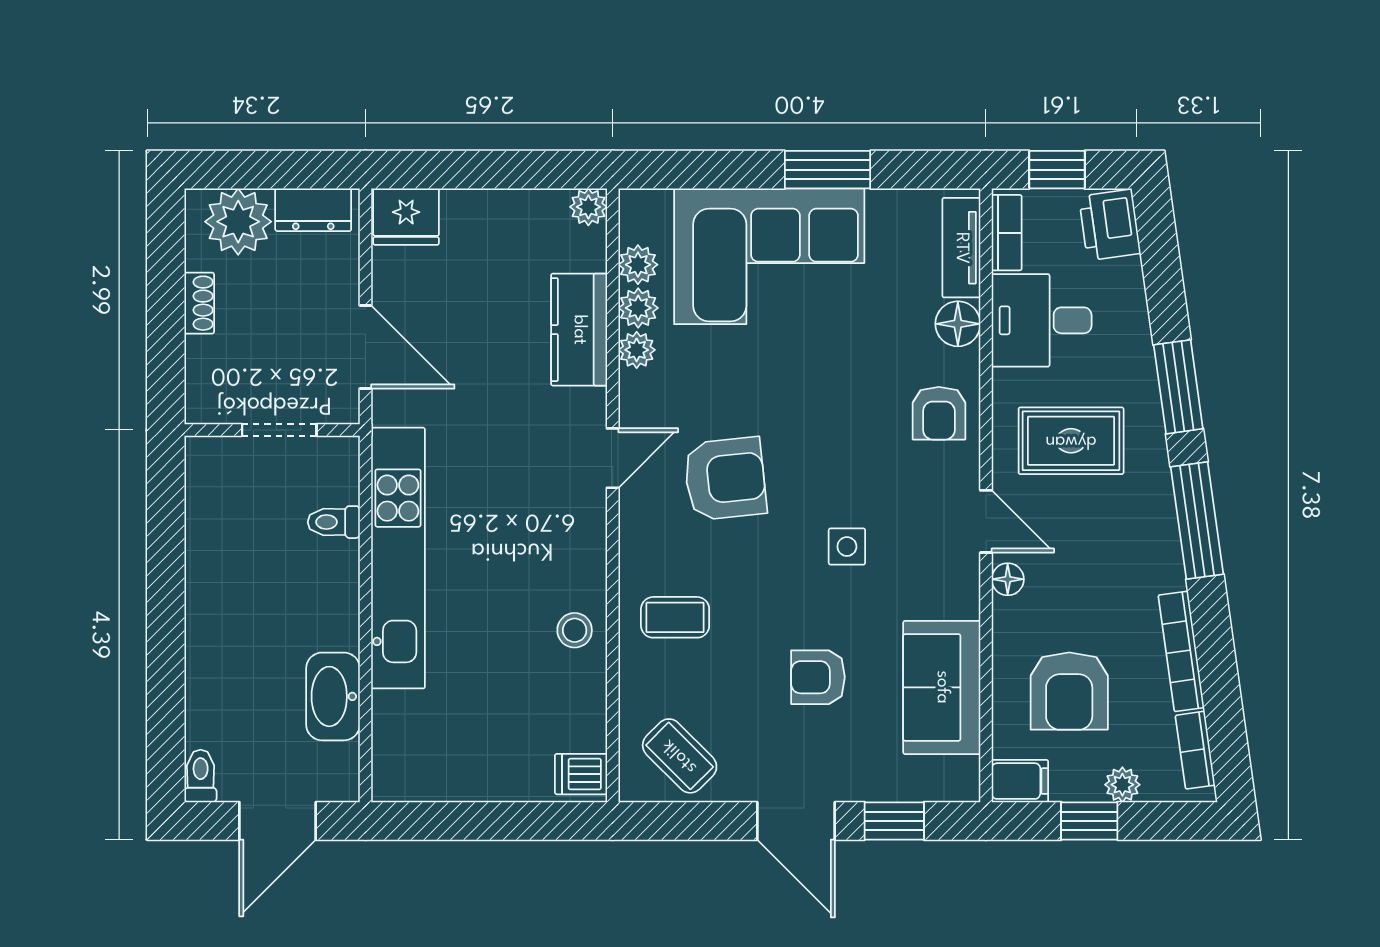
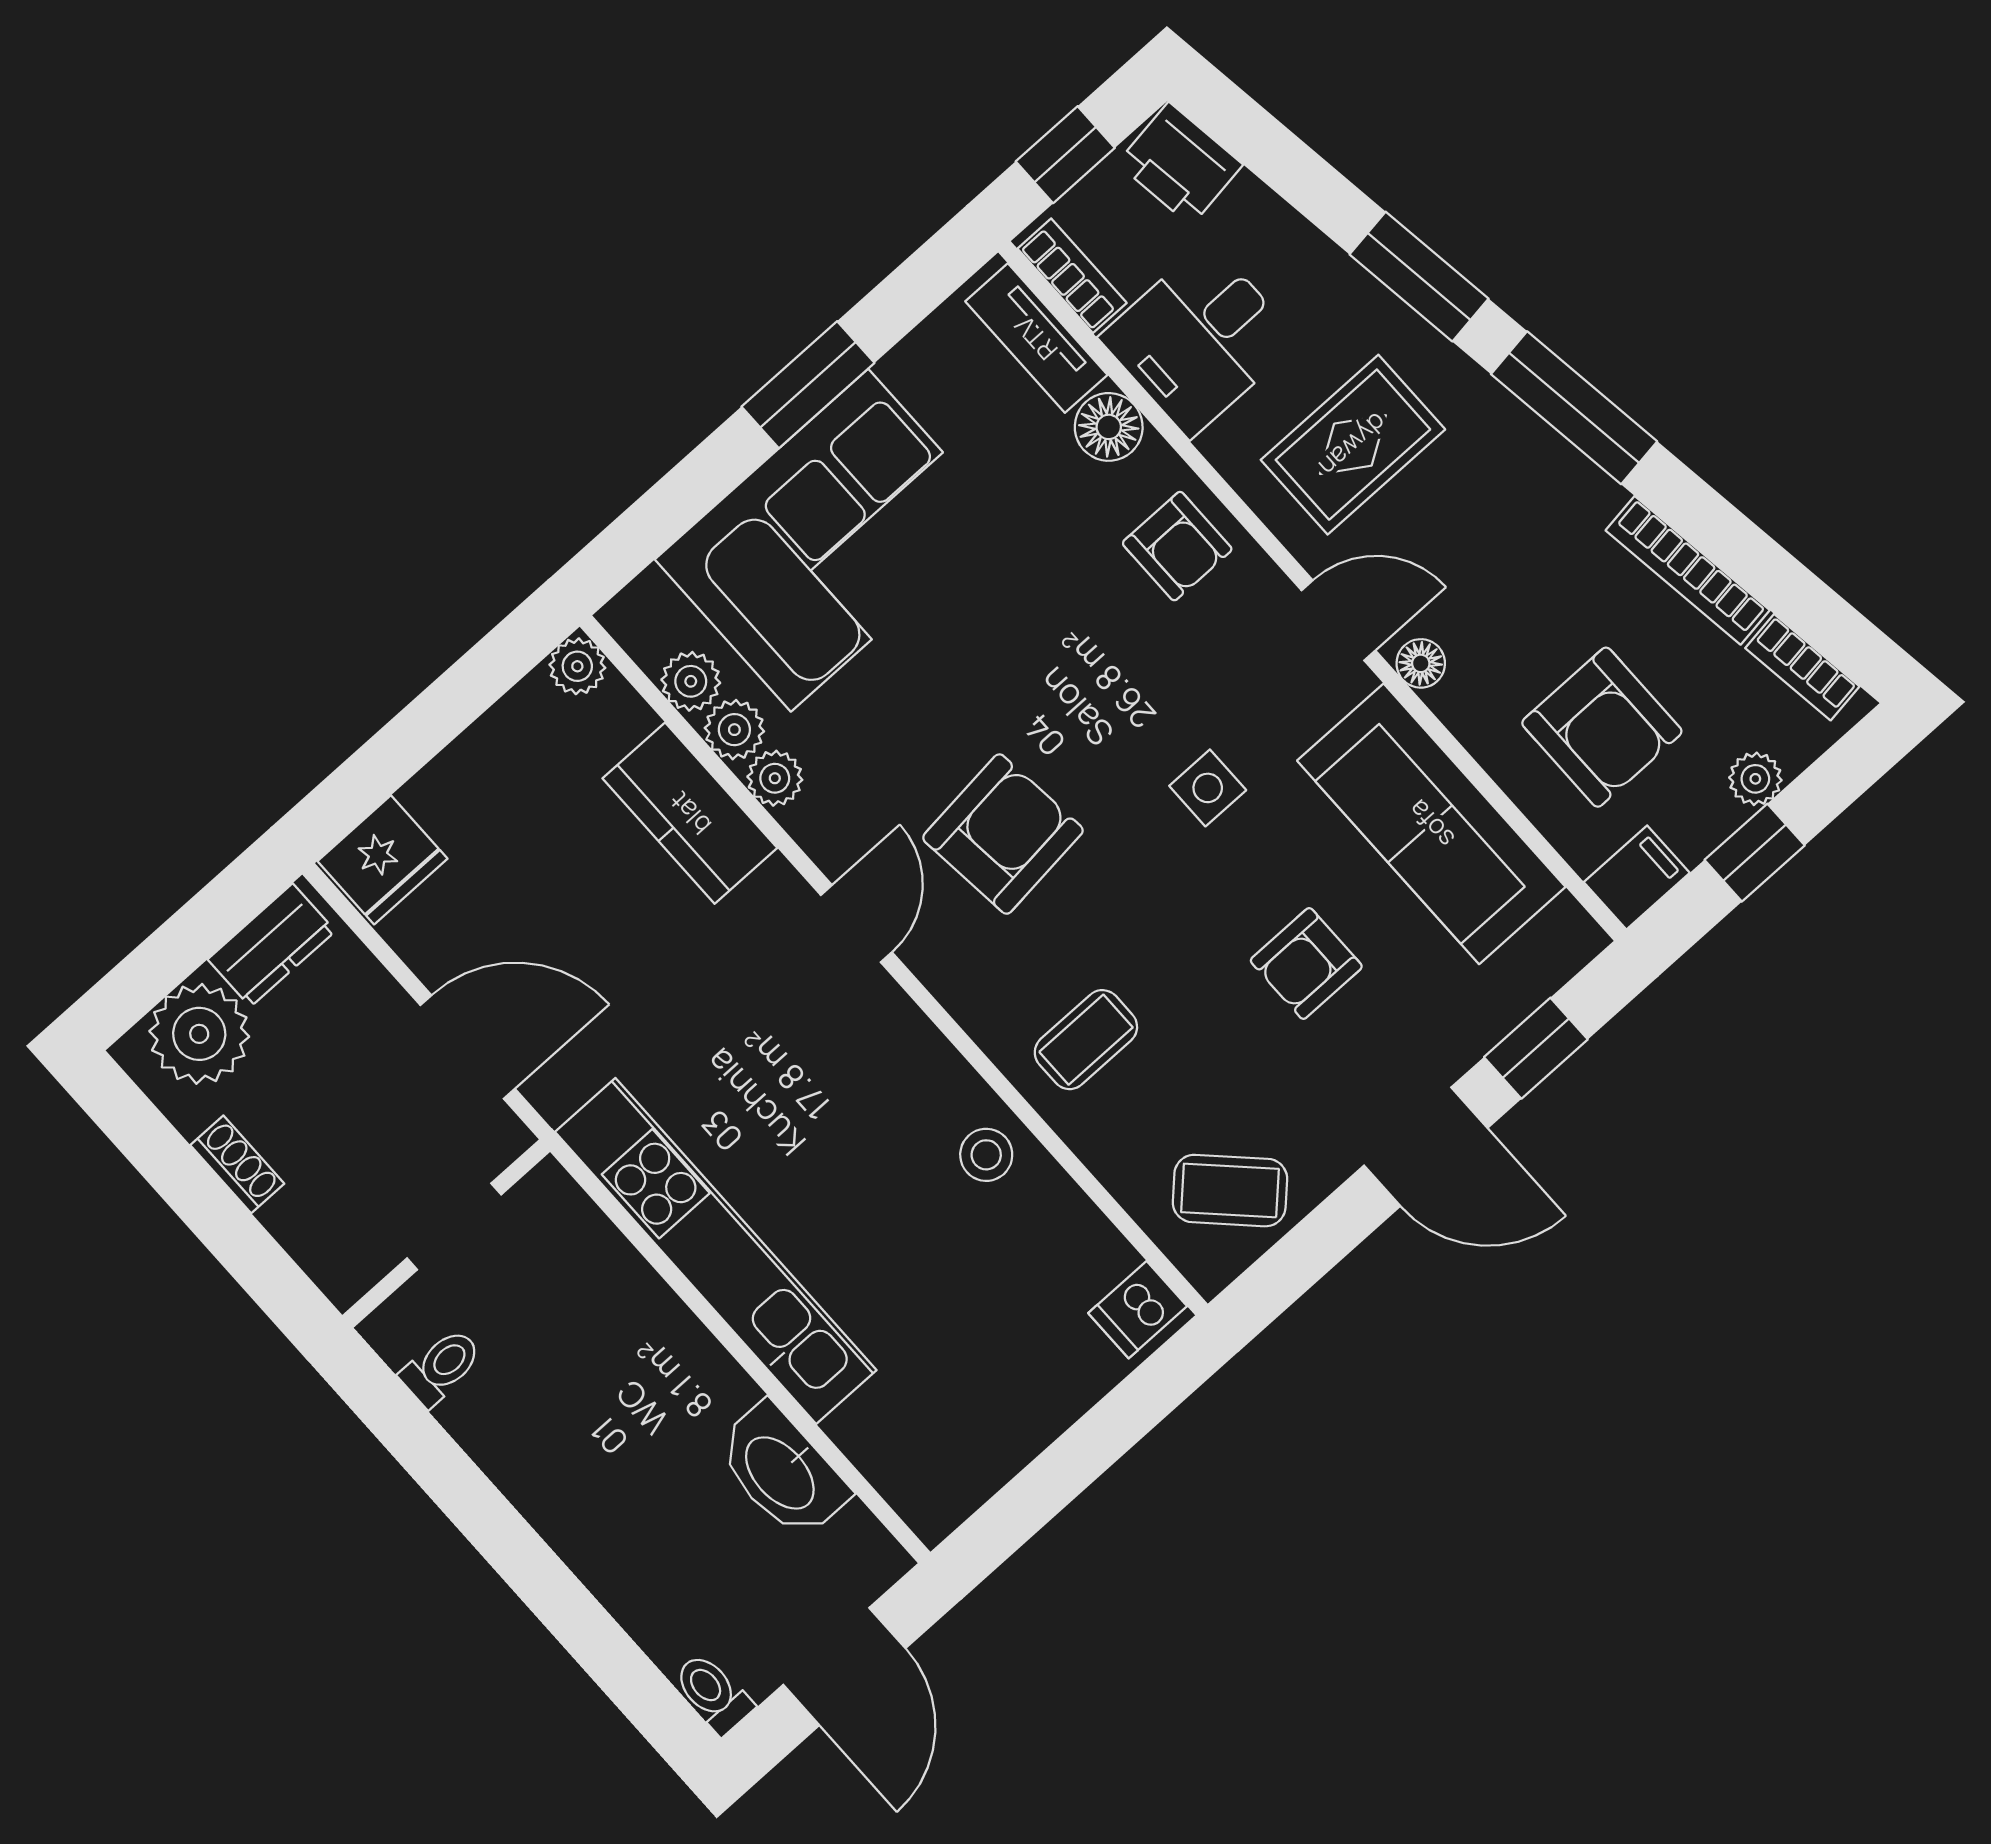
toilet: (334, 522) -> (441, 1367), moved, turned 180
sofa: (942, 687) -> (1431, 824), width x1.36

